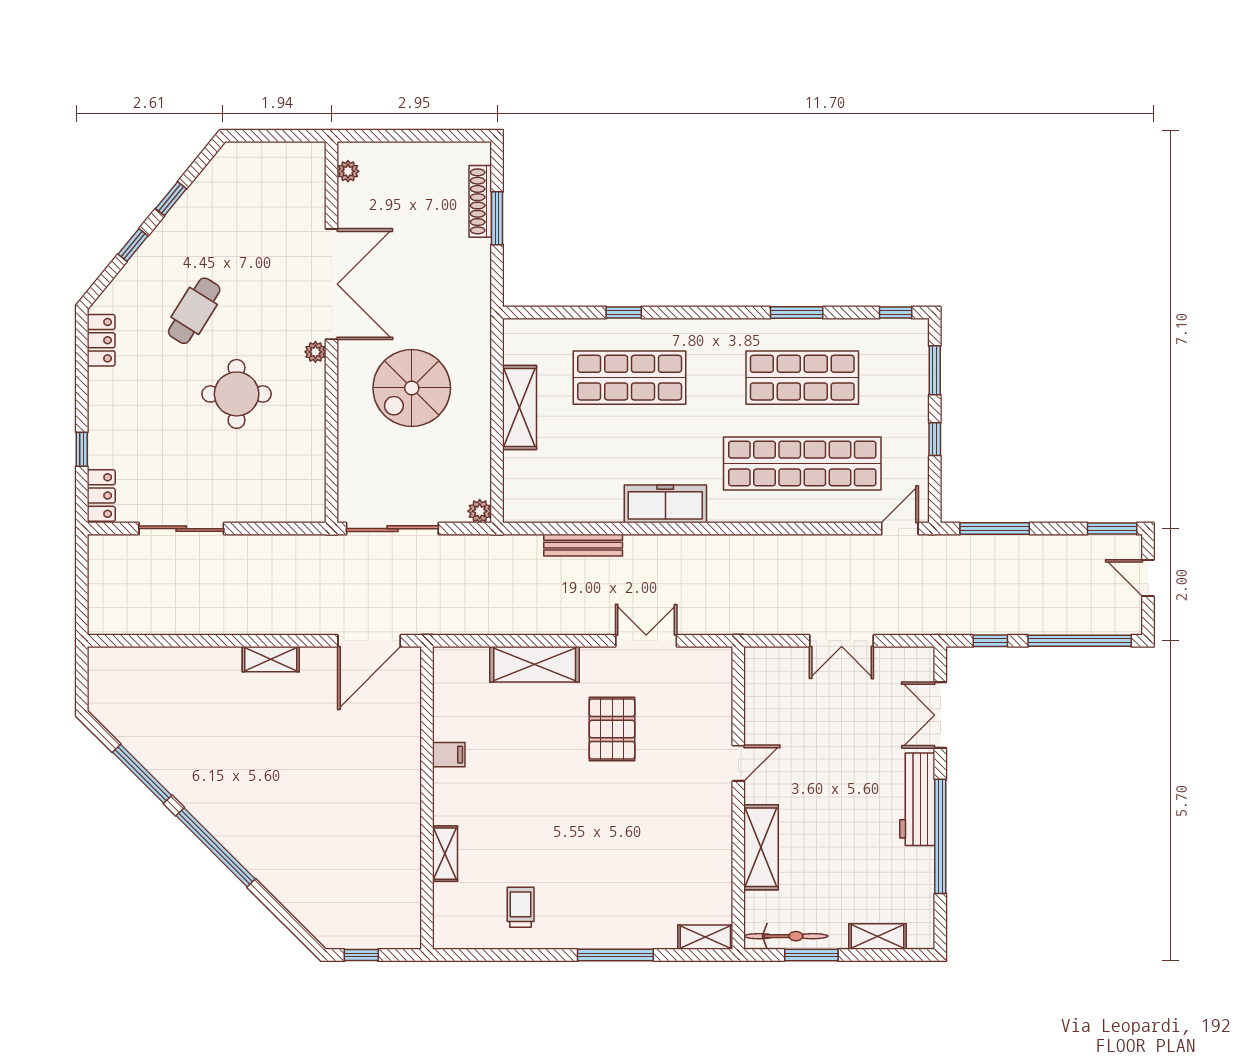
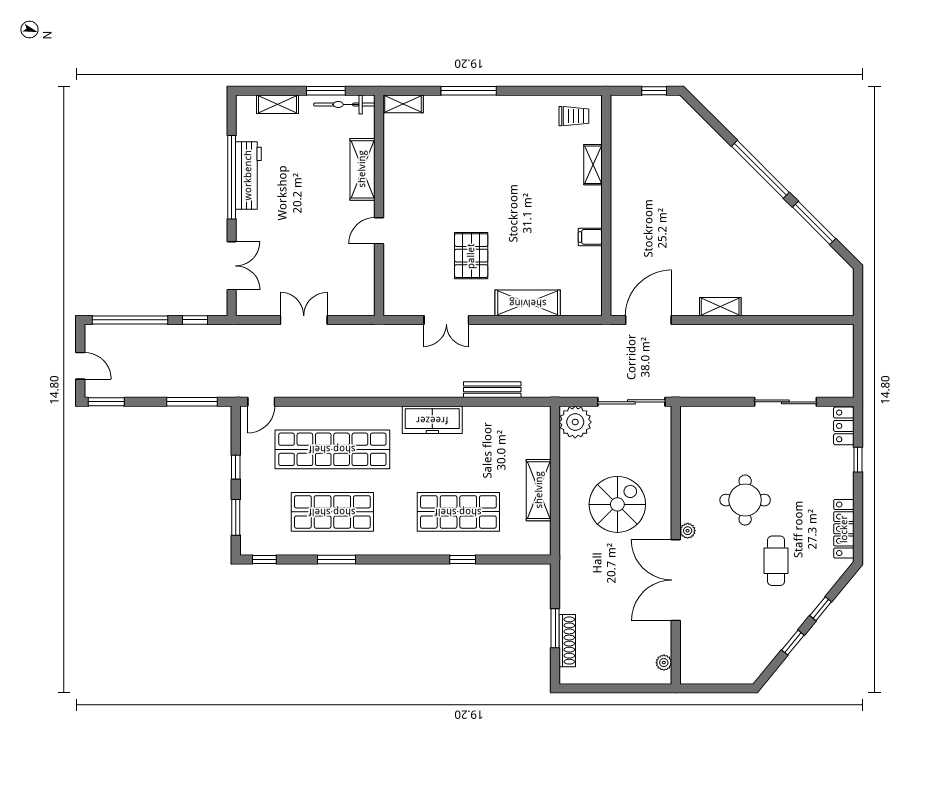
cafe table: (194, 311) -> (776, 561), turned -32
locker: (101, 340) -> (844, 529), width x1.53
plant: (480, 511) -> (575, 422), width x1.87, depth x1.87
workbench: (917, 799) -> (248, 175), moved
trolley: (521, 907) -> (574, 116), moved, turned -90

